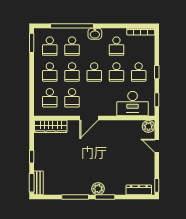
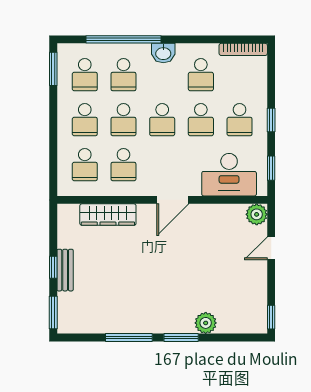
door: (89, 118) -> (173, 200), moved
wardrobe: (51, 126) -> (108, 215), moved
door: (157, 146) -> (271, 248), hinge flipped
bench: (38, 183) -> (65, 270), moved
plant: (98, 189) -> (206, 323), moved
dresser: (139, 190) -> (240, 325), removed

